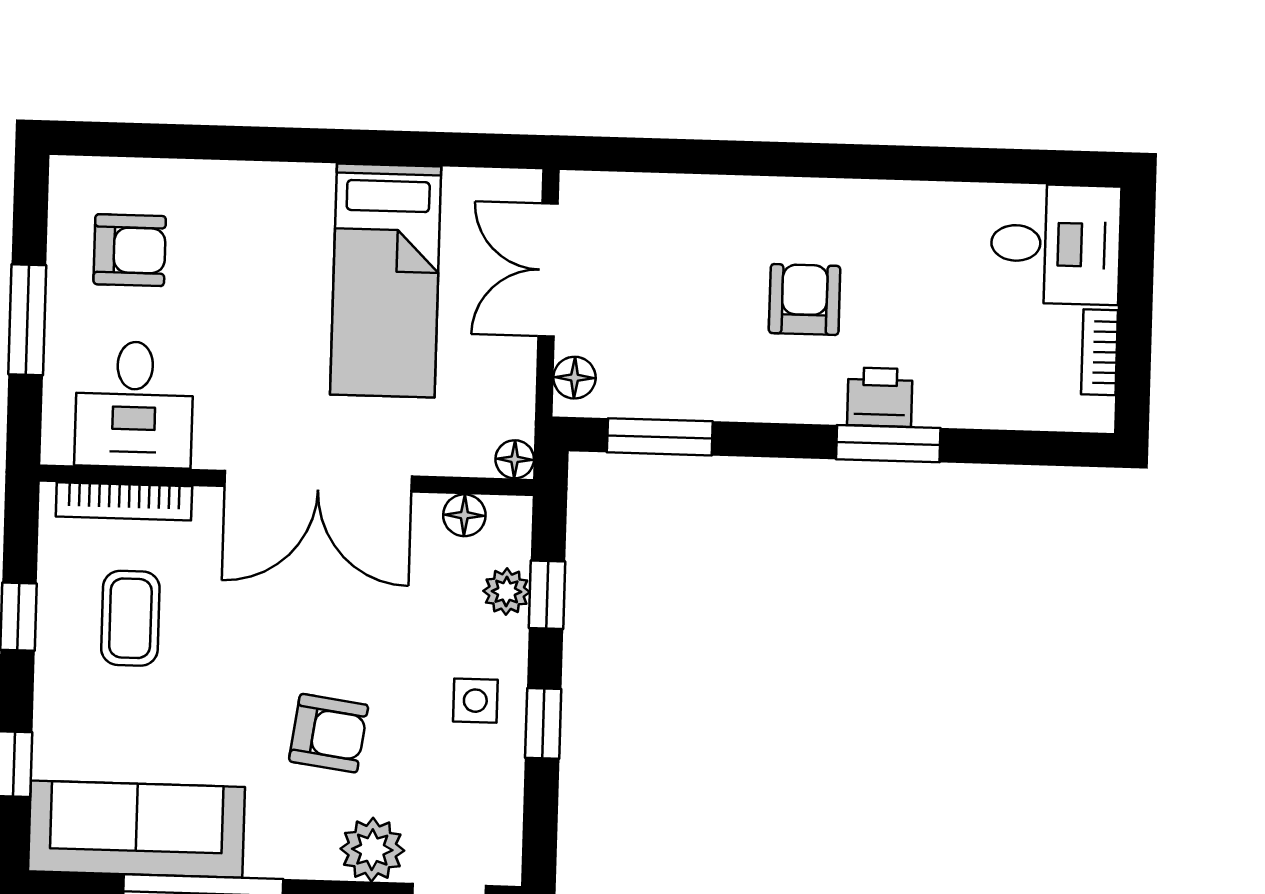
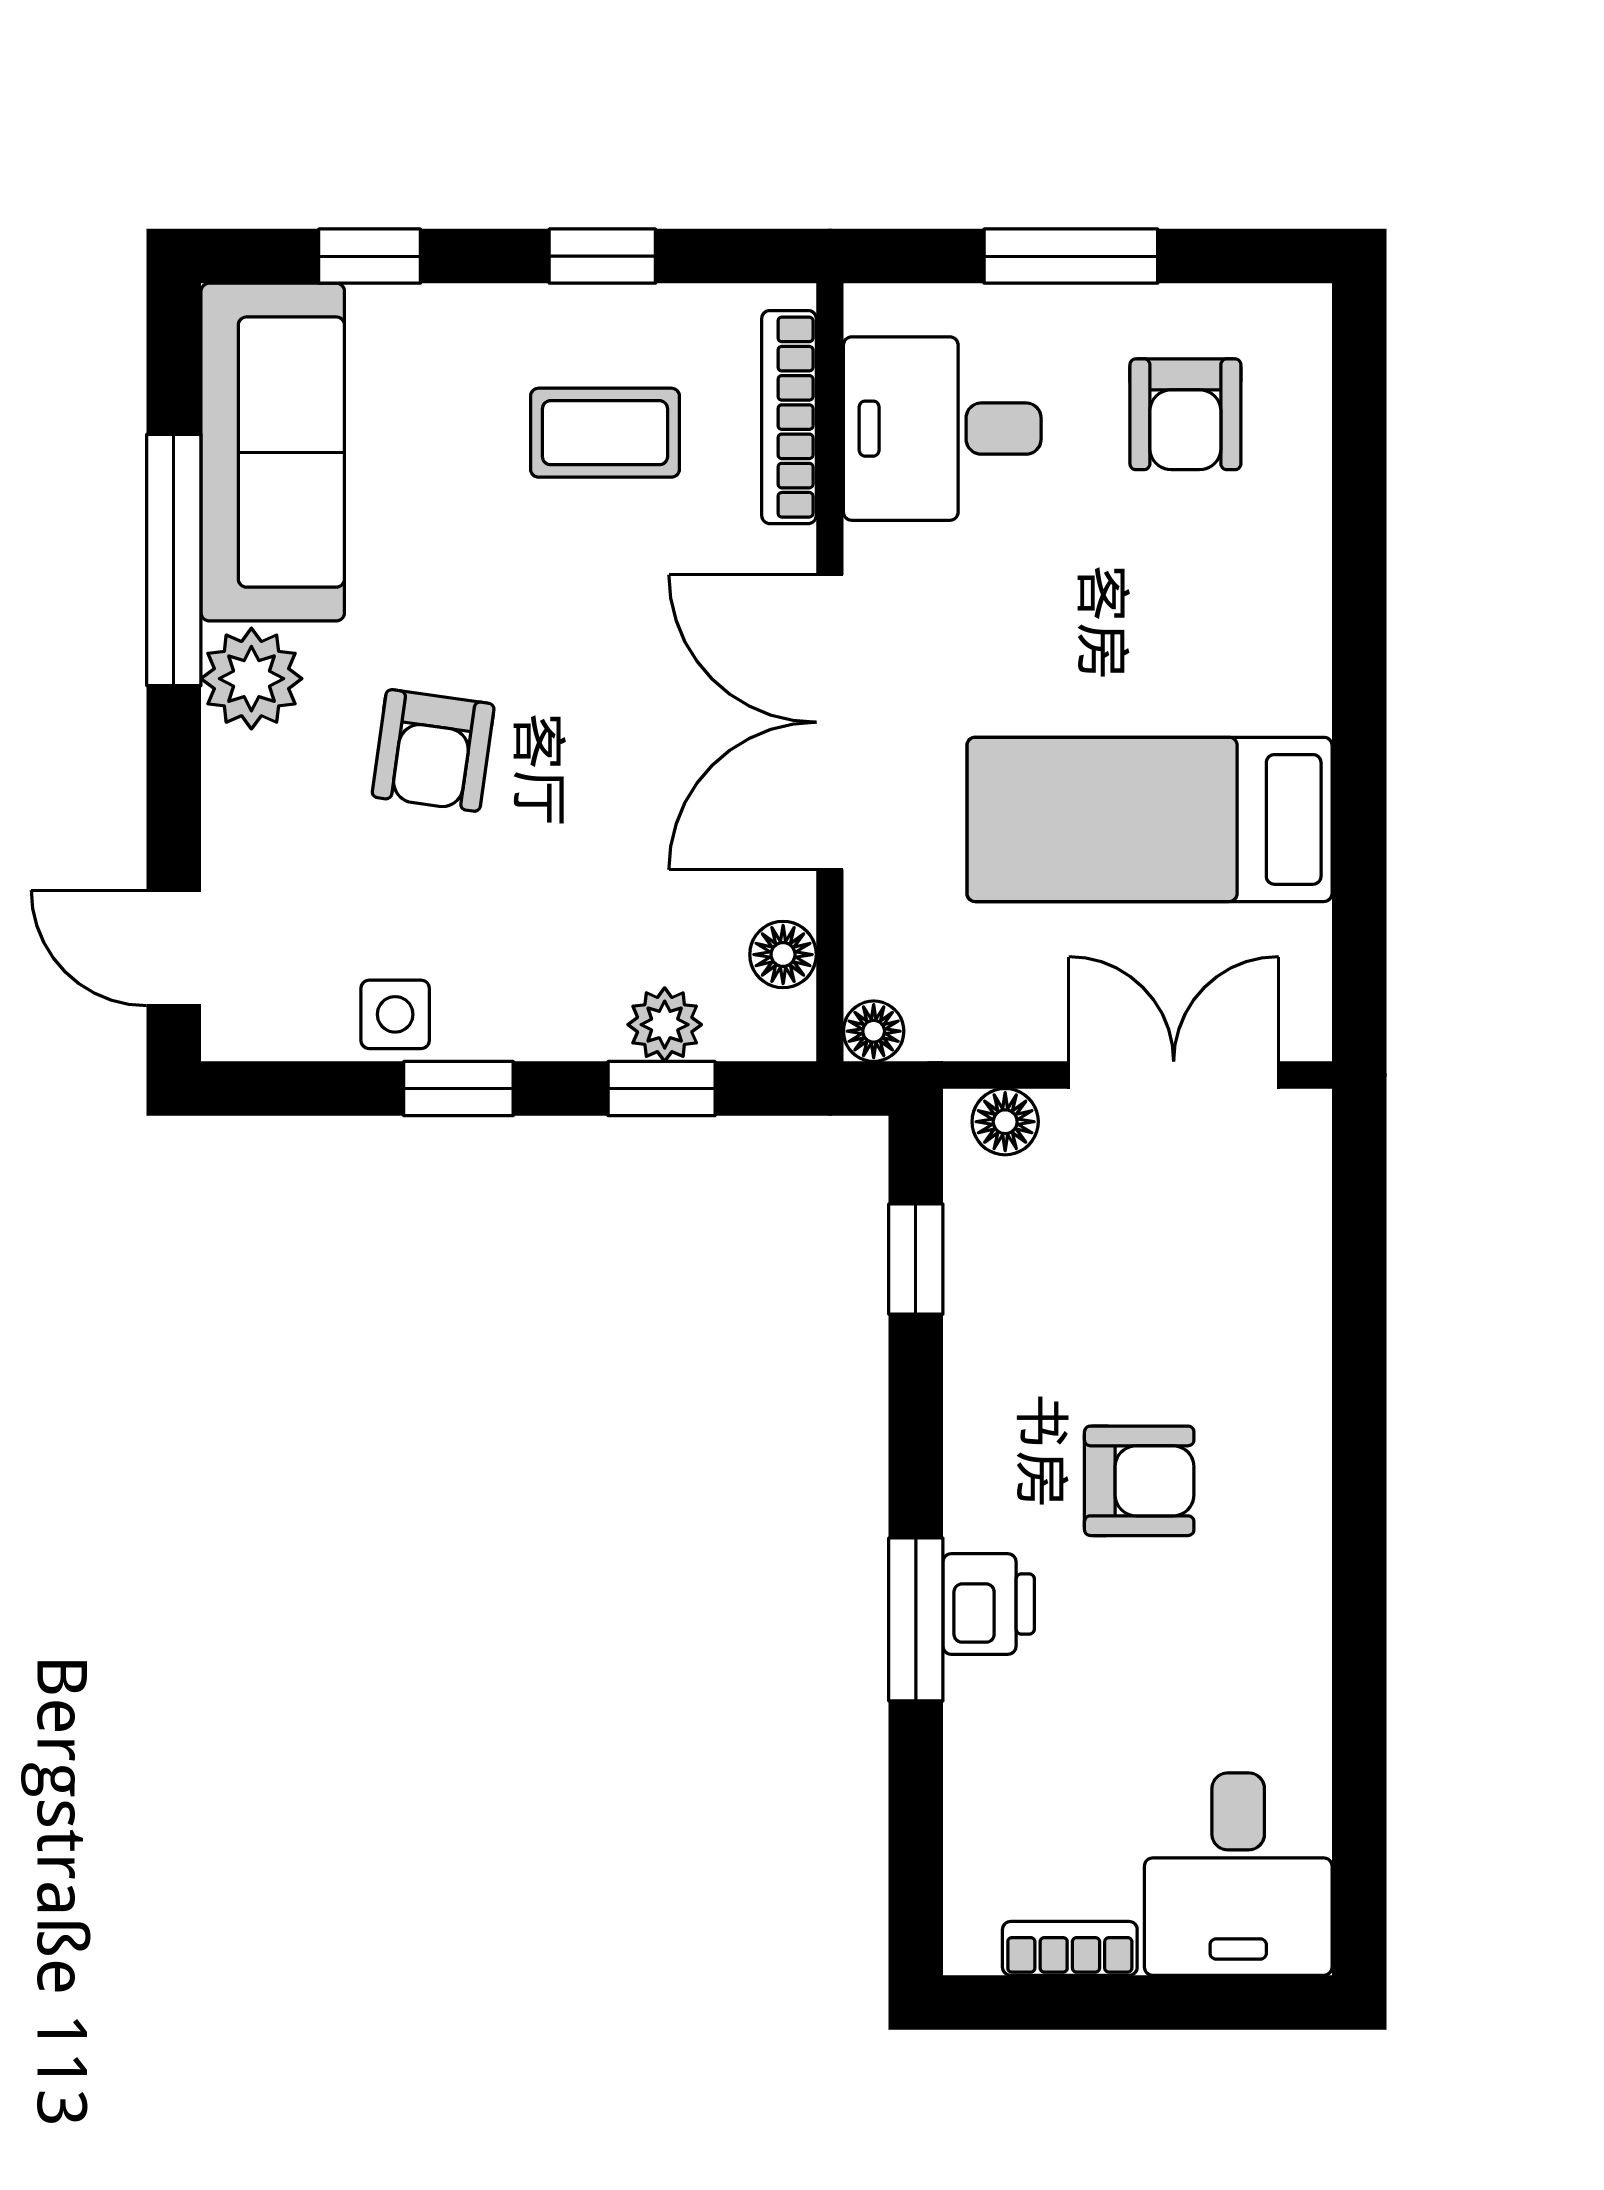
window: (660, 437) -> (916, 1259), width x0.67
side table: (475, 701) -> (395, 1014), moved
plant: (372, 850) -> (251, 679), moved

